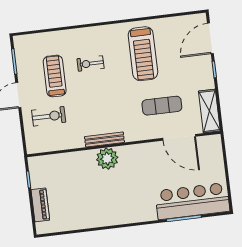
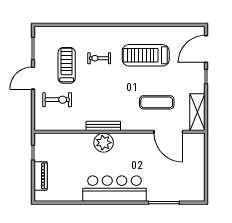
treadmill: (143, 54) -> (146, 55), turned 90
bar counter: (192, 201) -> (114, 189), moved

